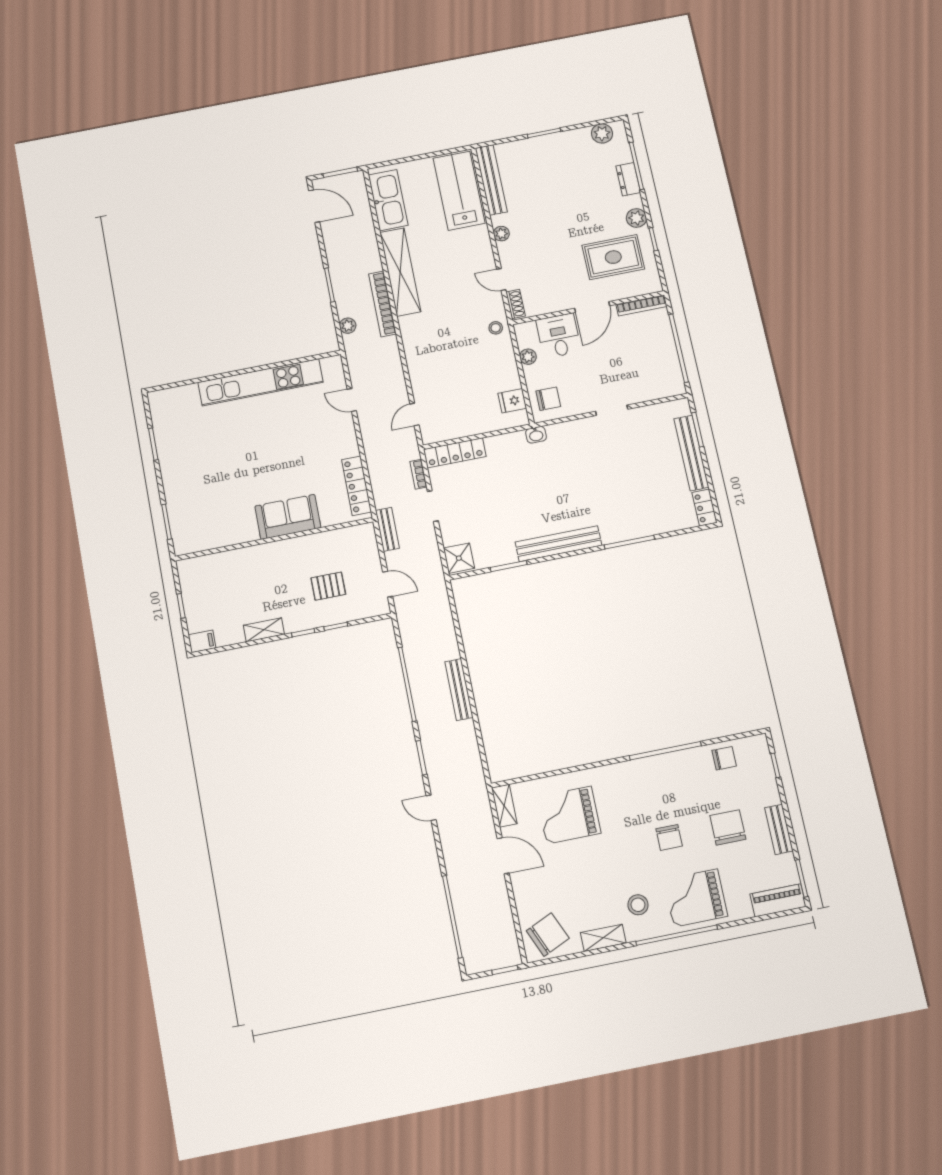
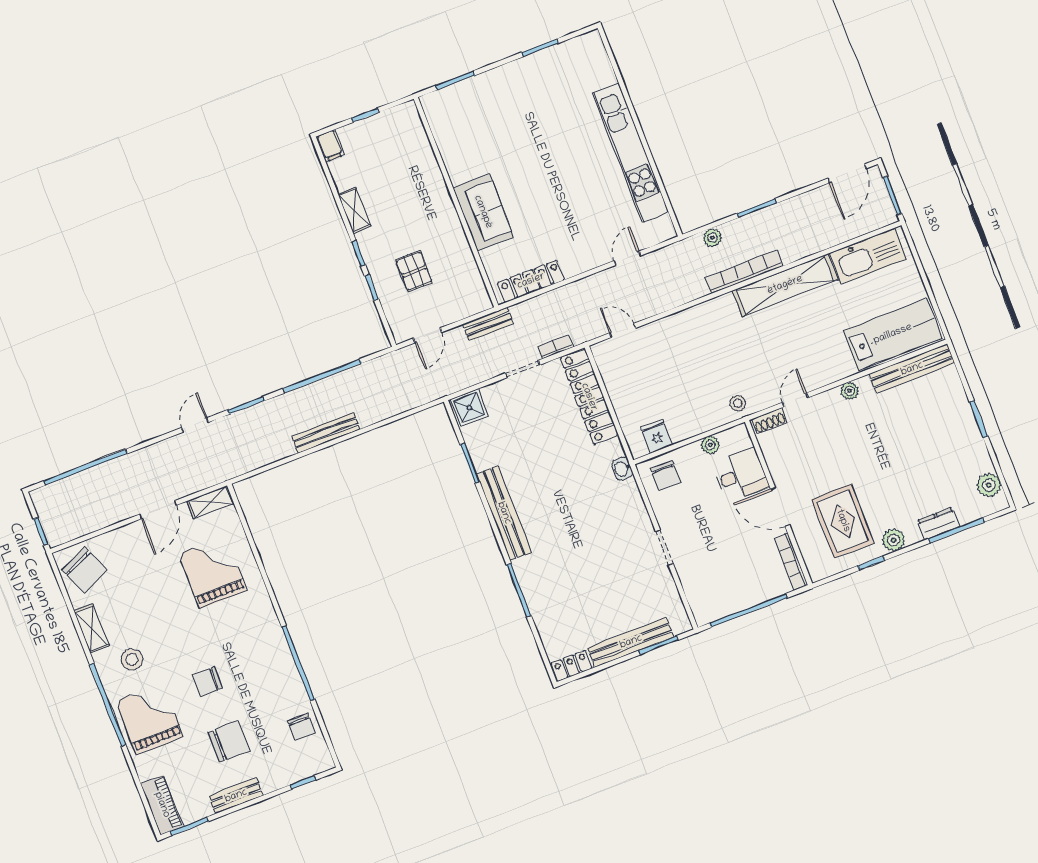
locker: (455, 453) -> (589, 397), width x1.41, depth x1.21

